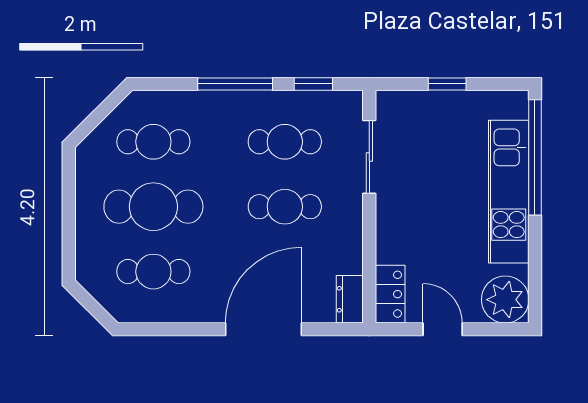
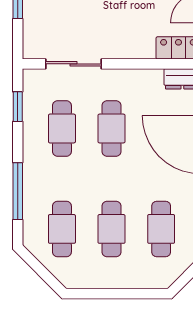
window: (235, 84) -> (18, 191), moved
cafe table: (153, 207) -> (112, 229), width x0.73, depth x0.74

